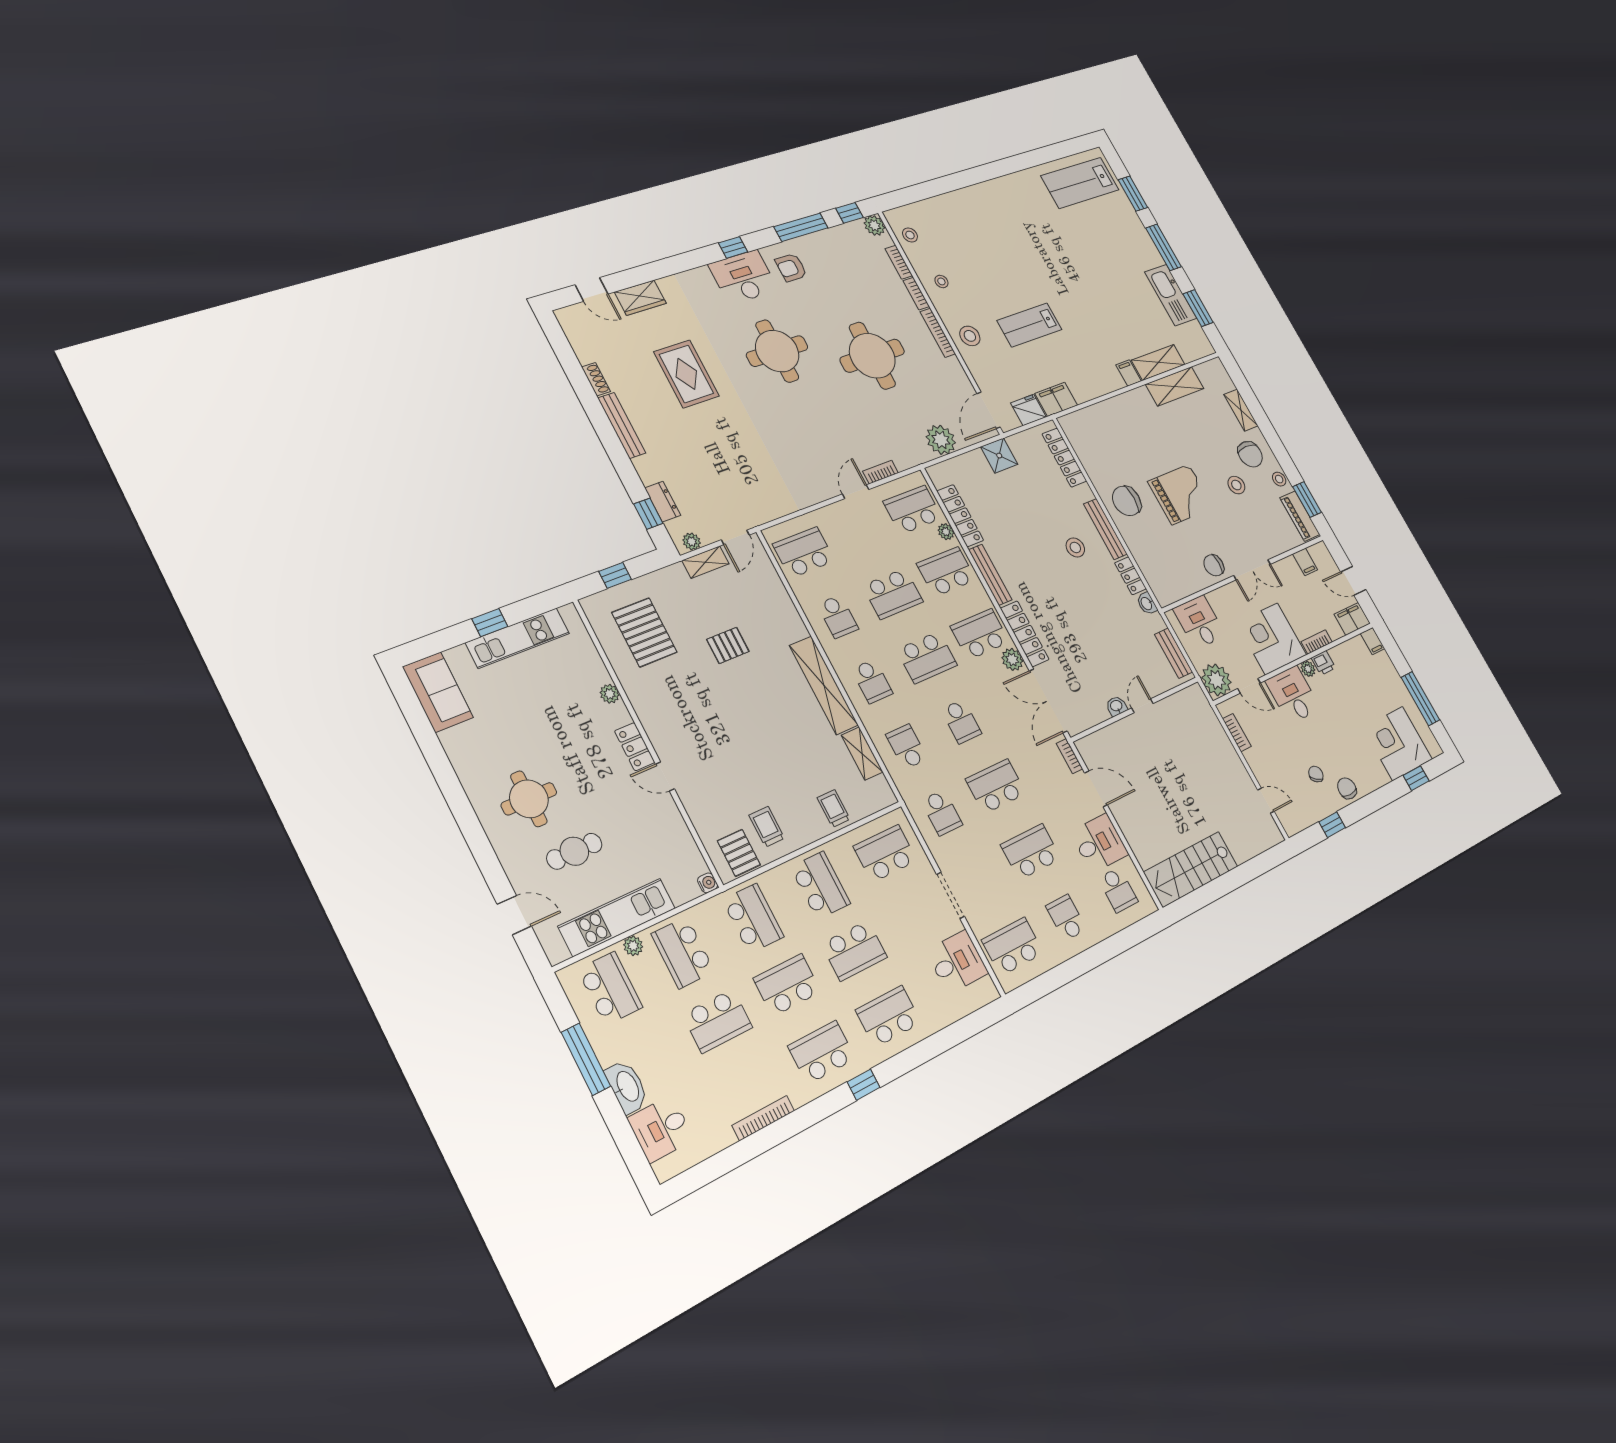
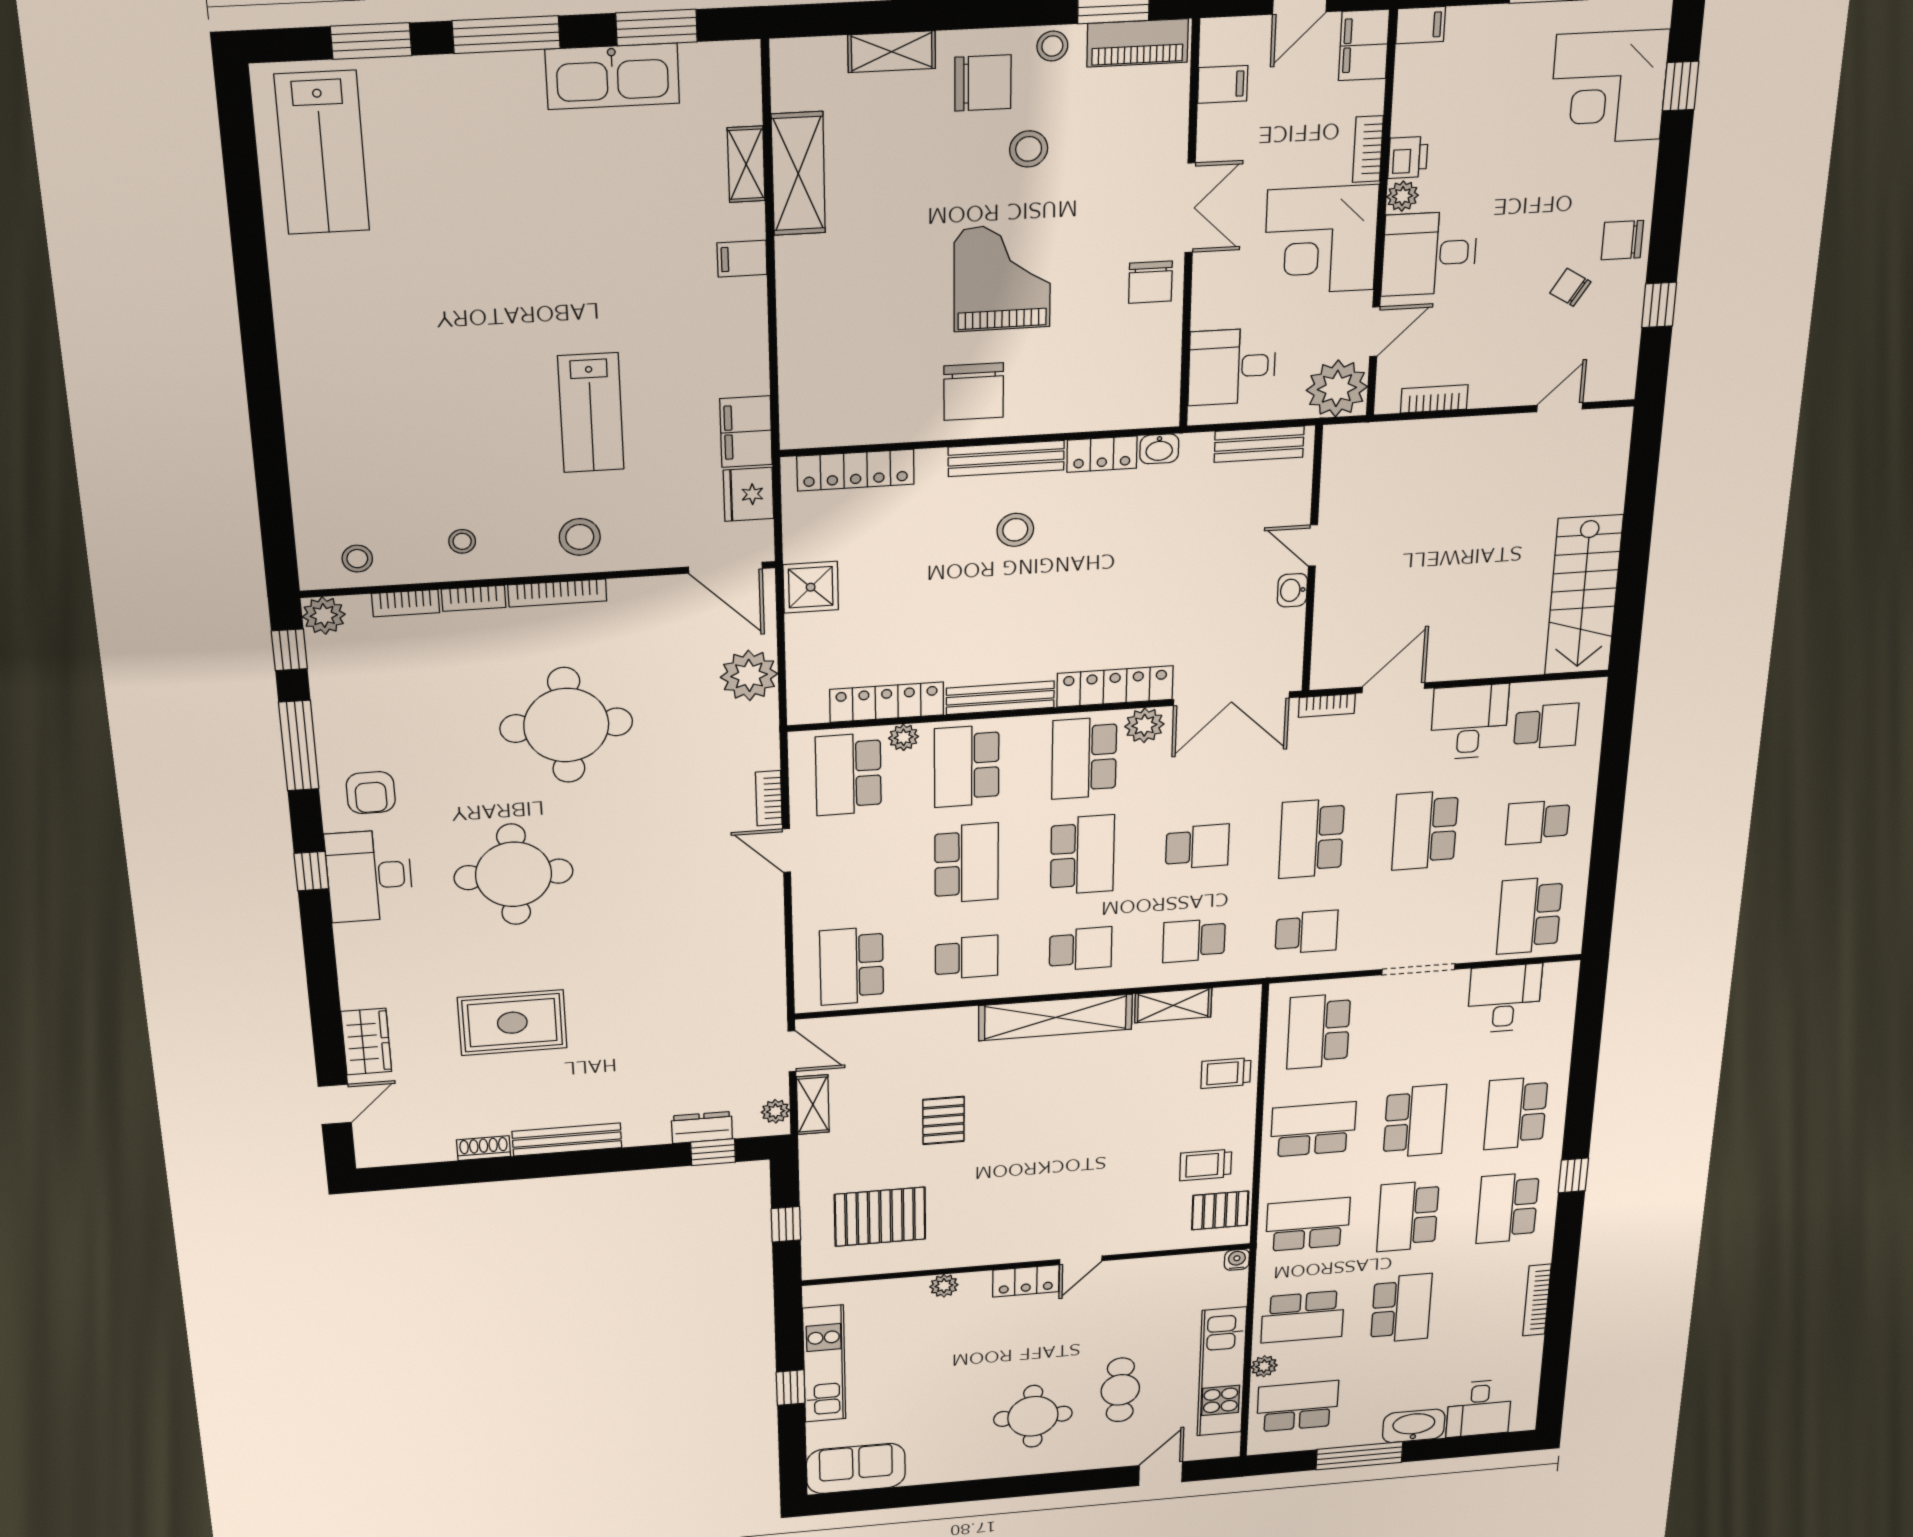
shelving: (1158, 362) -> (746, 164), width x0.67, depth x0.75

